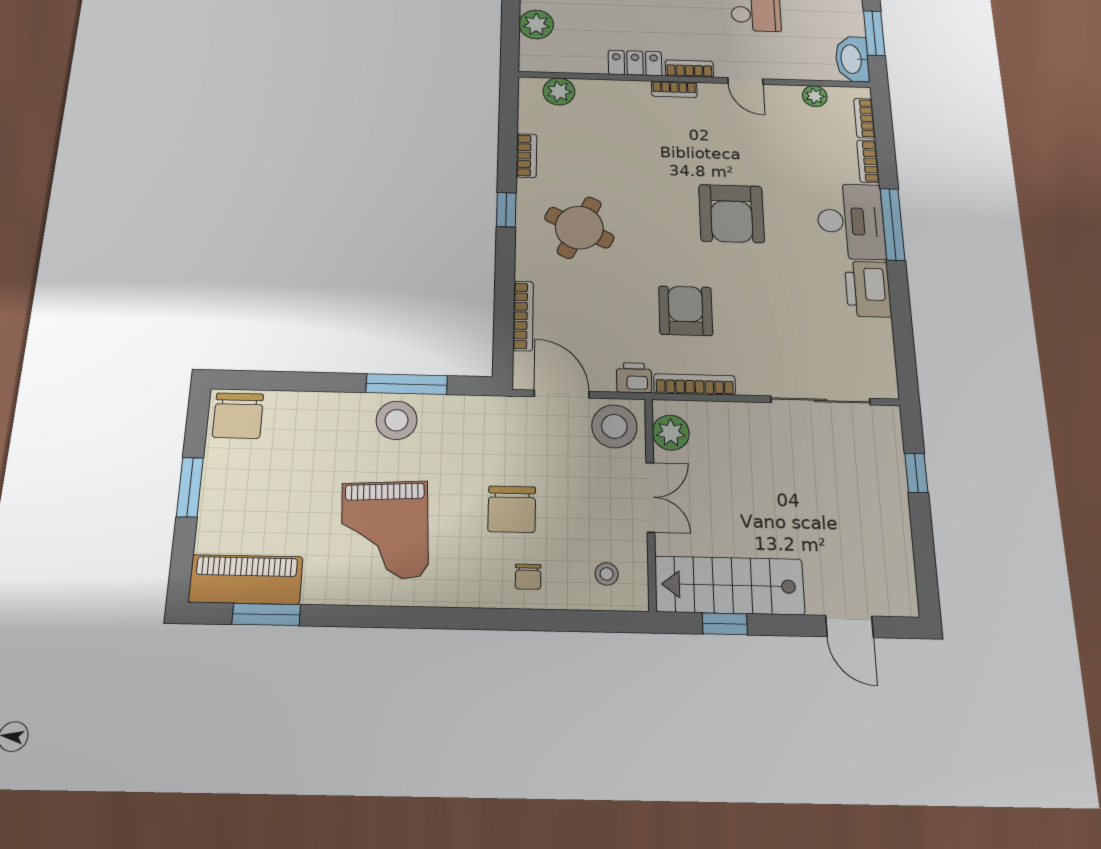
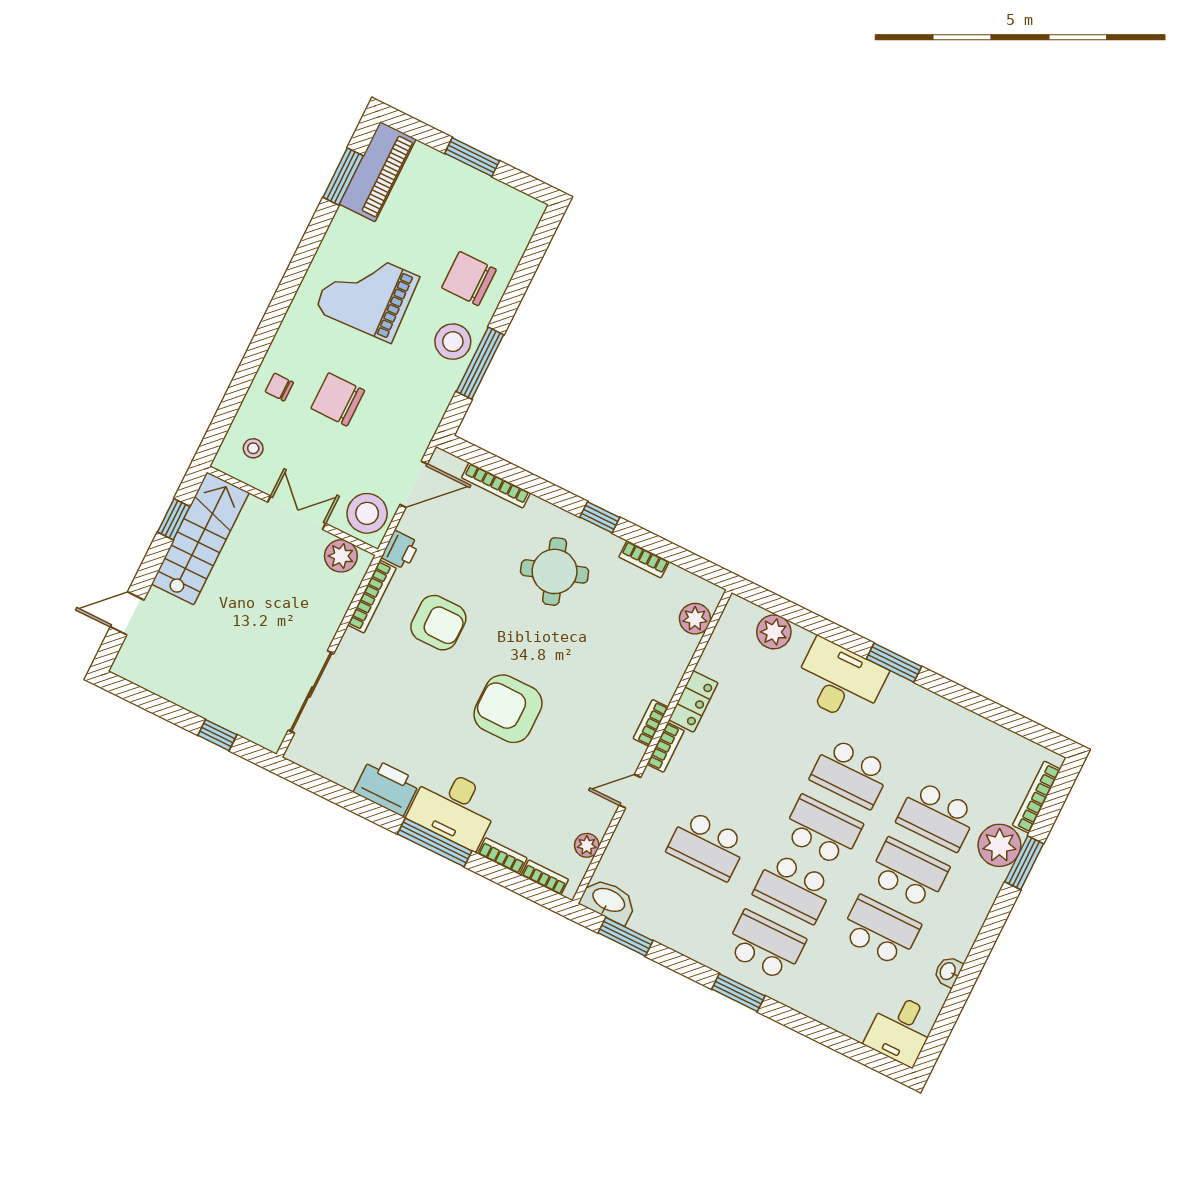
round table: (579, 228) -> (555, 571), turned 45
chair: (238, 416) -> (469, 279), moved
double door: (650, 497) -> (297, 513), swing flipped

